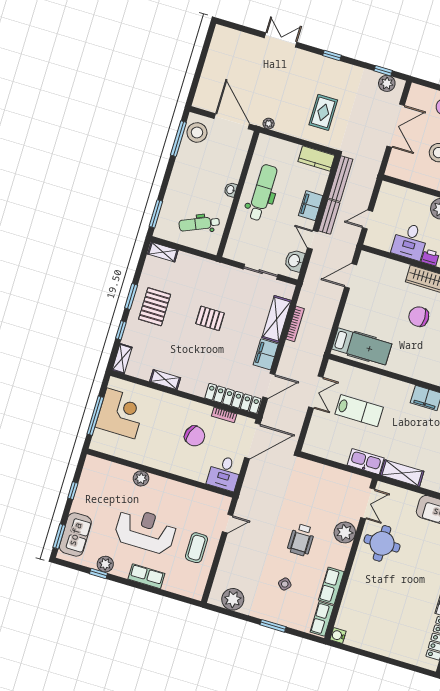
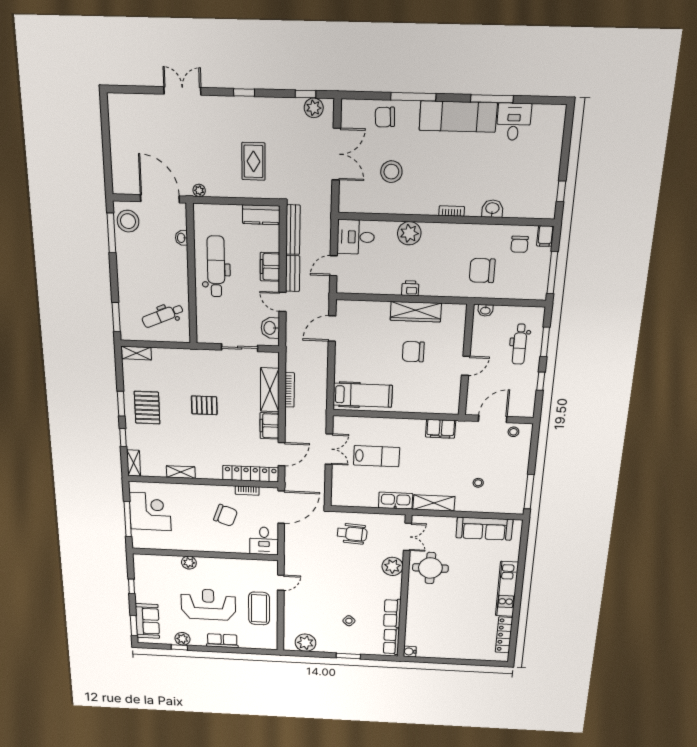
washbasin: (231, 190) -> (181, 238), moved
desk: (410, 241) -> (356, 237), moved, turned 90
wheelchair: (301, 540) -> (352, 534), moved, turned -86
coffee table: (196, 548) -> (259, 608), width x1.36, depth x1.32

